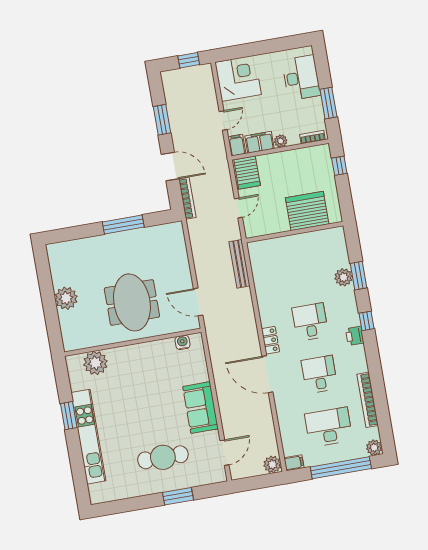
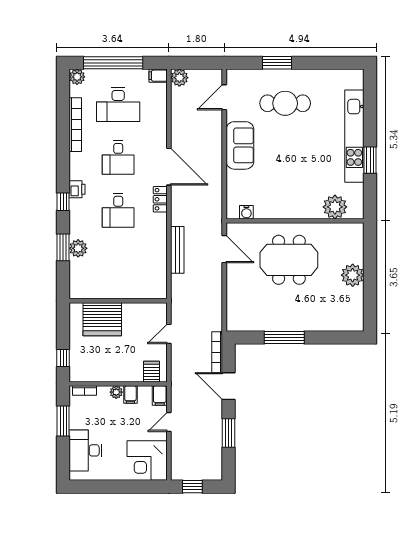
filing cabinet: (260, 142) -> (130, 395), width x0.50
server rack: (247, 173) -> (152, 372), width x0.73, depth x0.70
bench: (240, 264) -> (177, 250), moved
meeting table: (132, 302) -> (289, 260), turned 90

